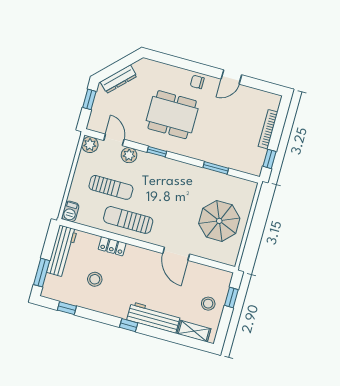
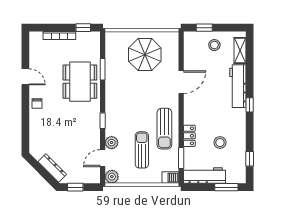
dining table: (172, 115) -> (80, 82), moved
window: (89, 230) -> (181, 158), added

